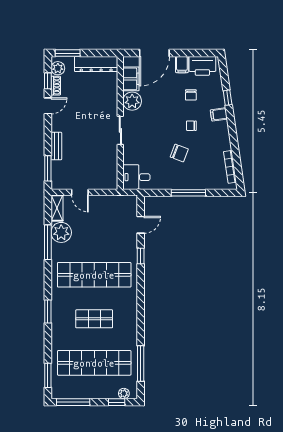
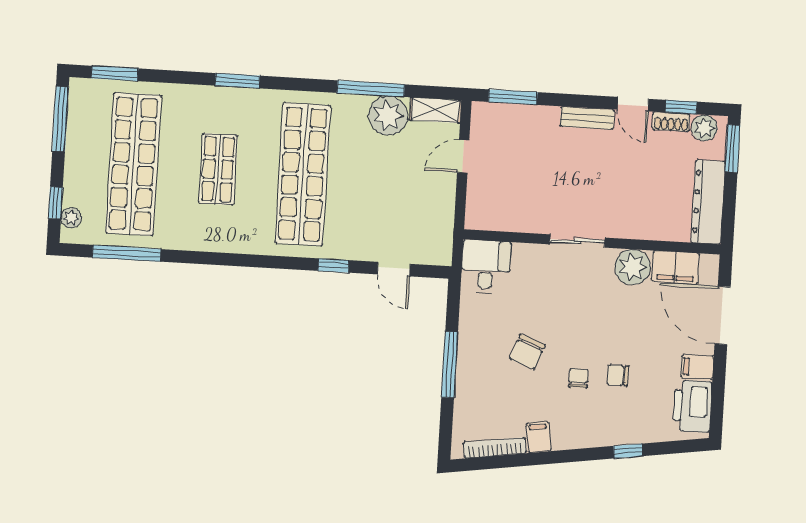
chair: (191, 95) -> (618, 375), moved
filing cabinet: (219, 114) -> (539, 437), moved
bench: (56, 146) -> (587, 118), moved

